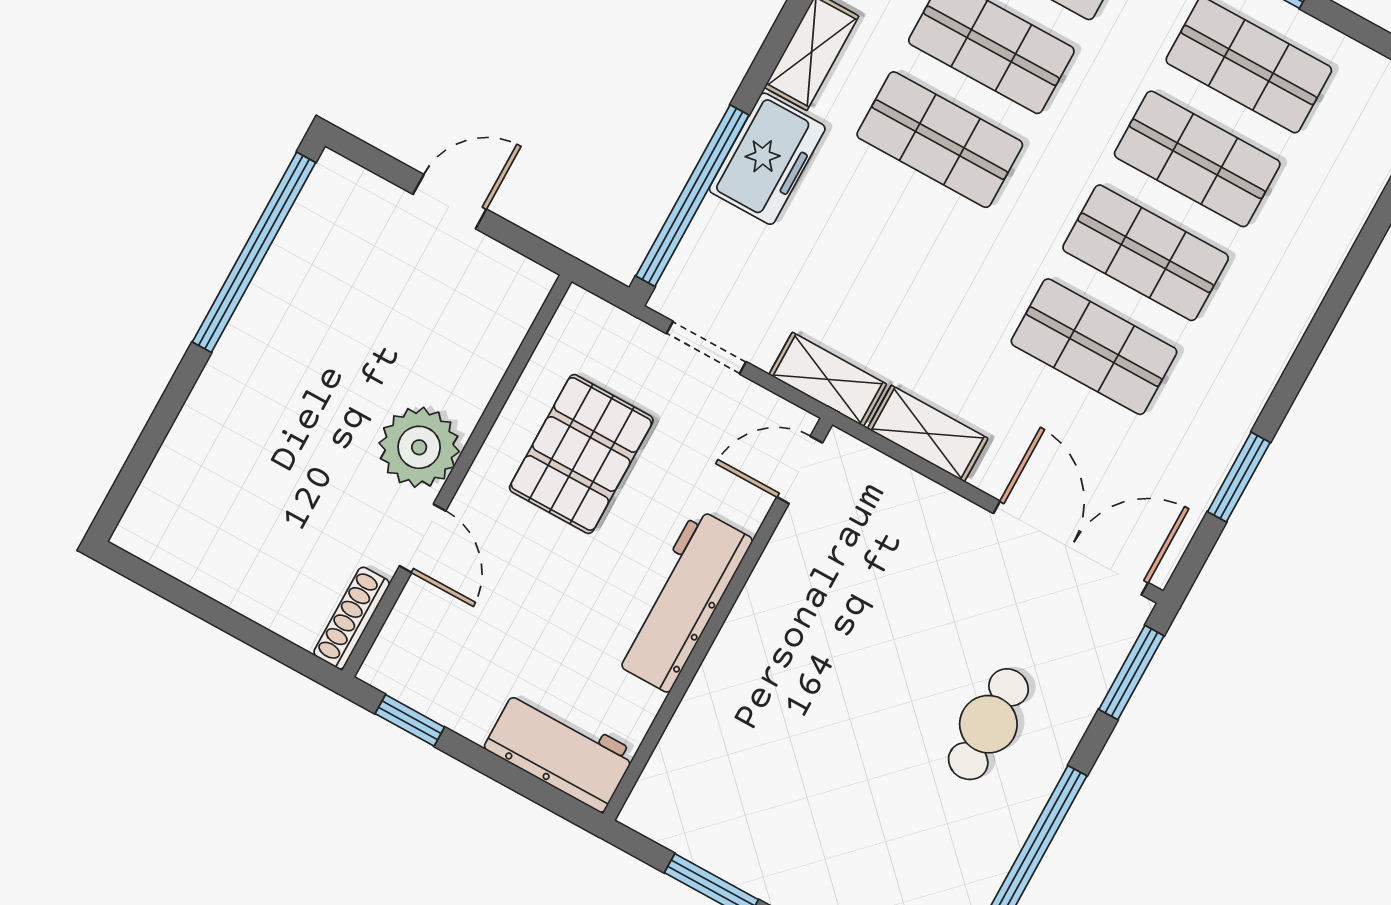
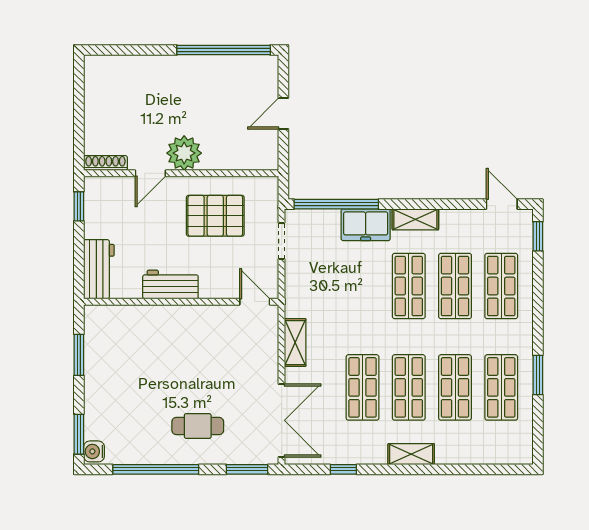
door: (450, 202) -> (283, 114), swing flipped
shelving: (828, 379) -> (411, 454), moved, turned 90
window: (1239, 477) -> (343, 469), width x0.67
workbench: (683, 601) -> (170, 285), width x0.73

